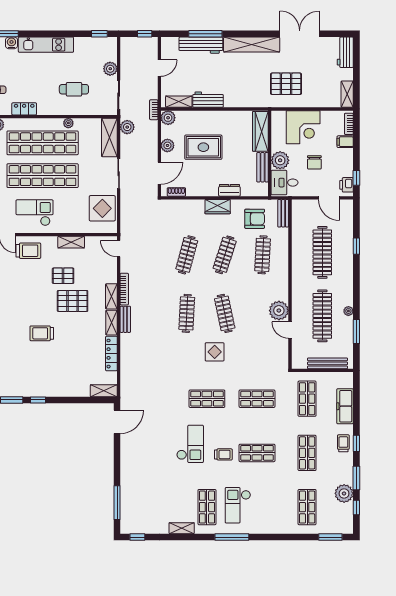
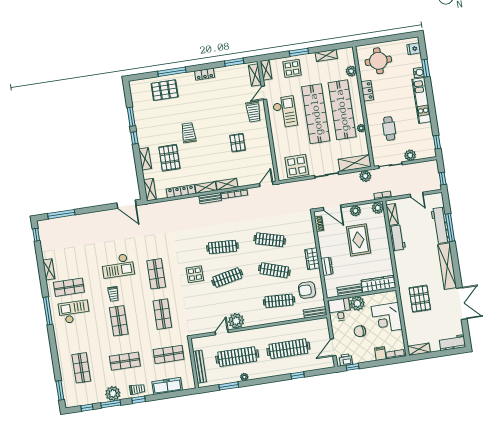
armchair: (255, 219) -> (307, 290), turned 90
shelving: (71, 242) -> (145, 159), moved
pallet: (73, 301) -> (169, 158), moved
plant: (344, 493) -> (113, 393), moved
shop shelf: (307, 507) -> (81, 368), turned 90

